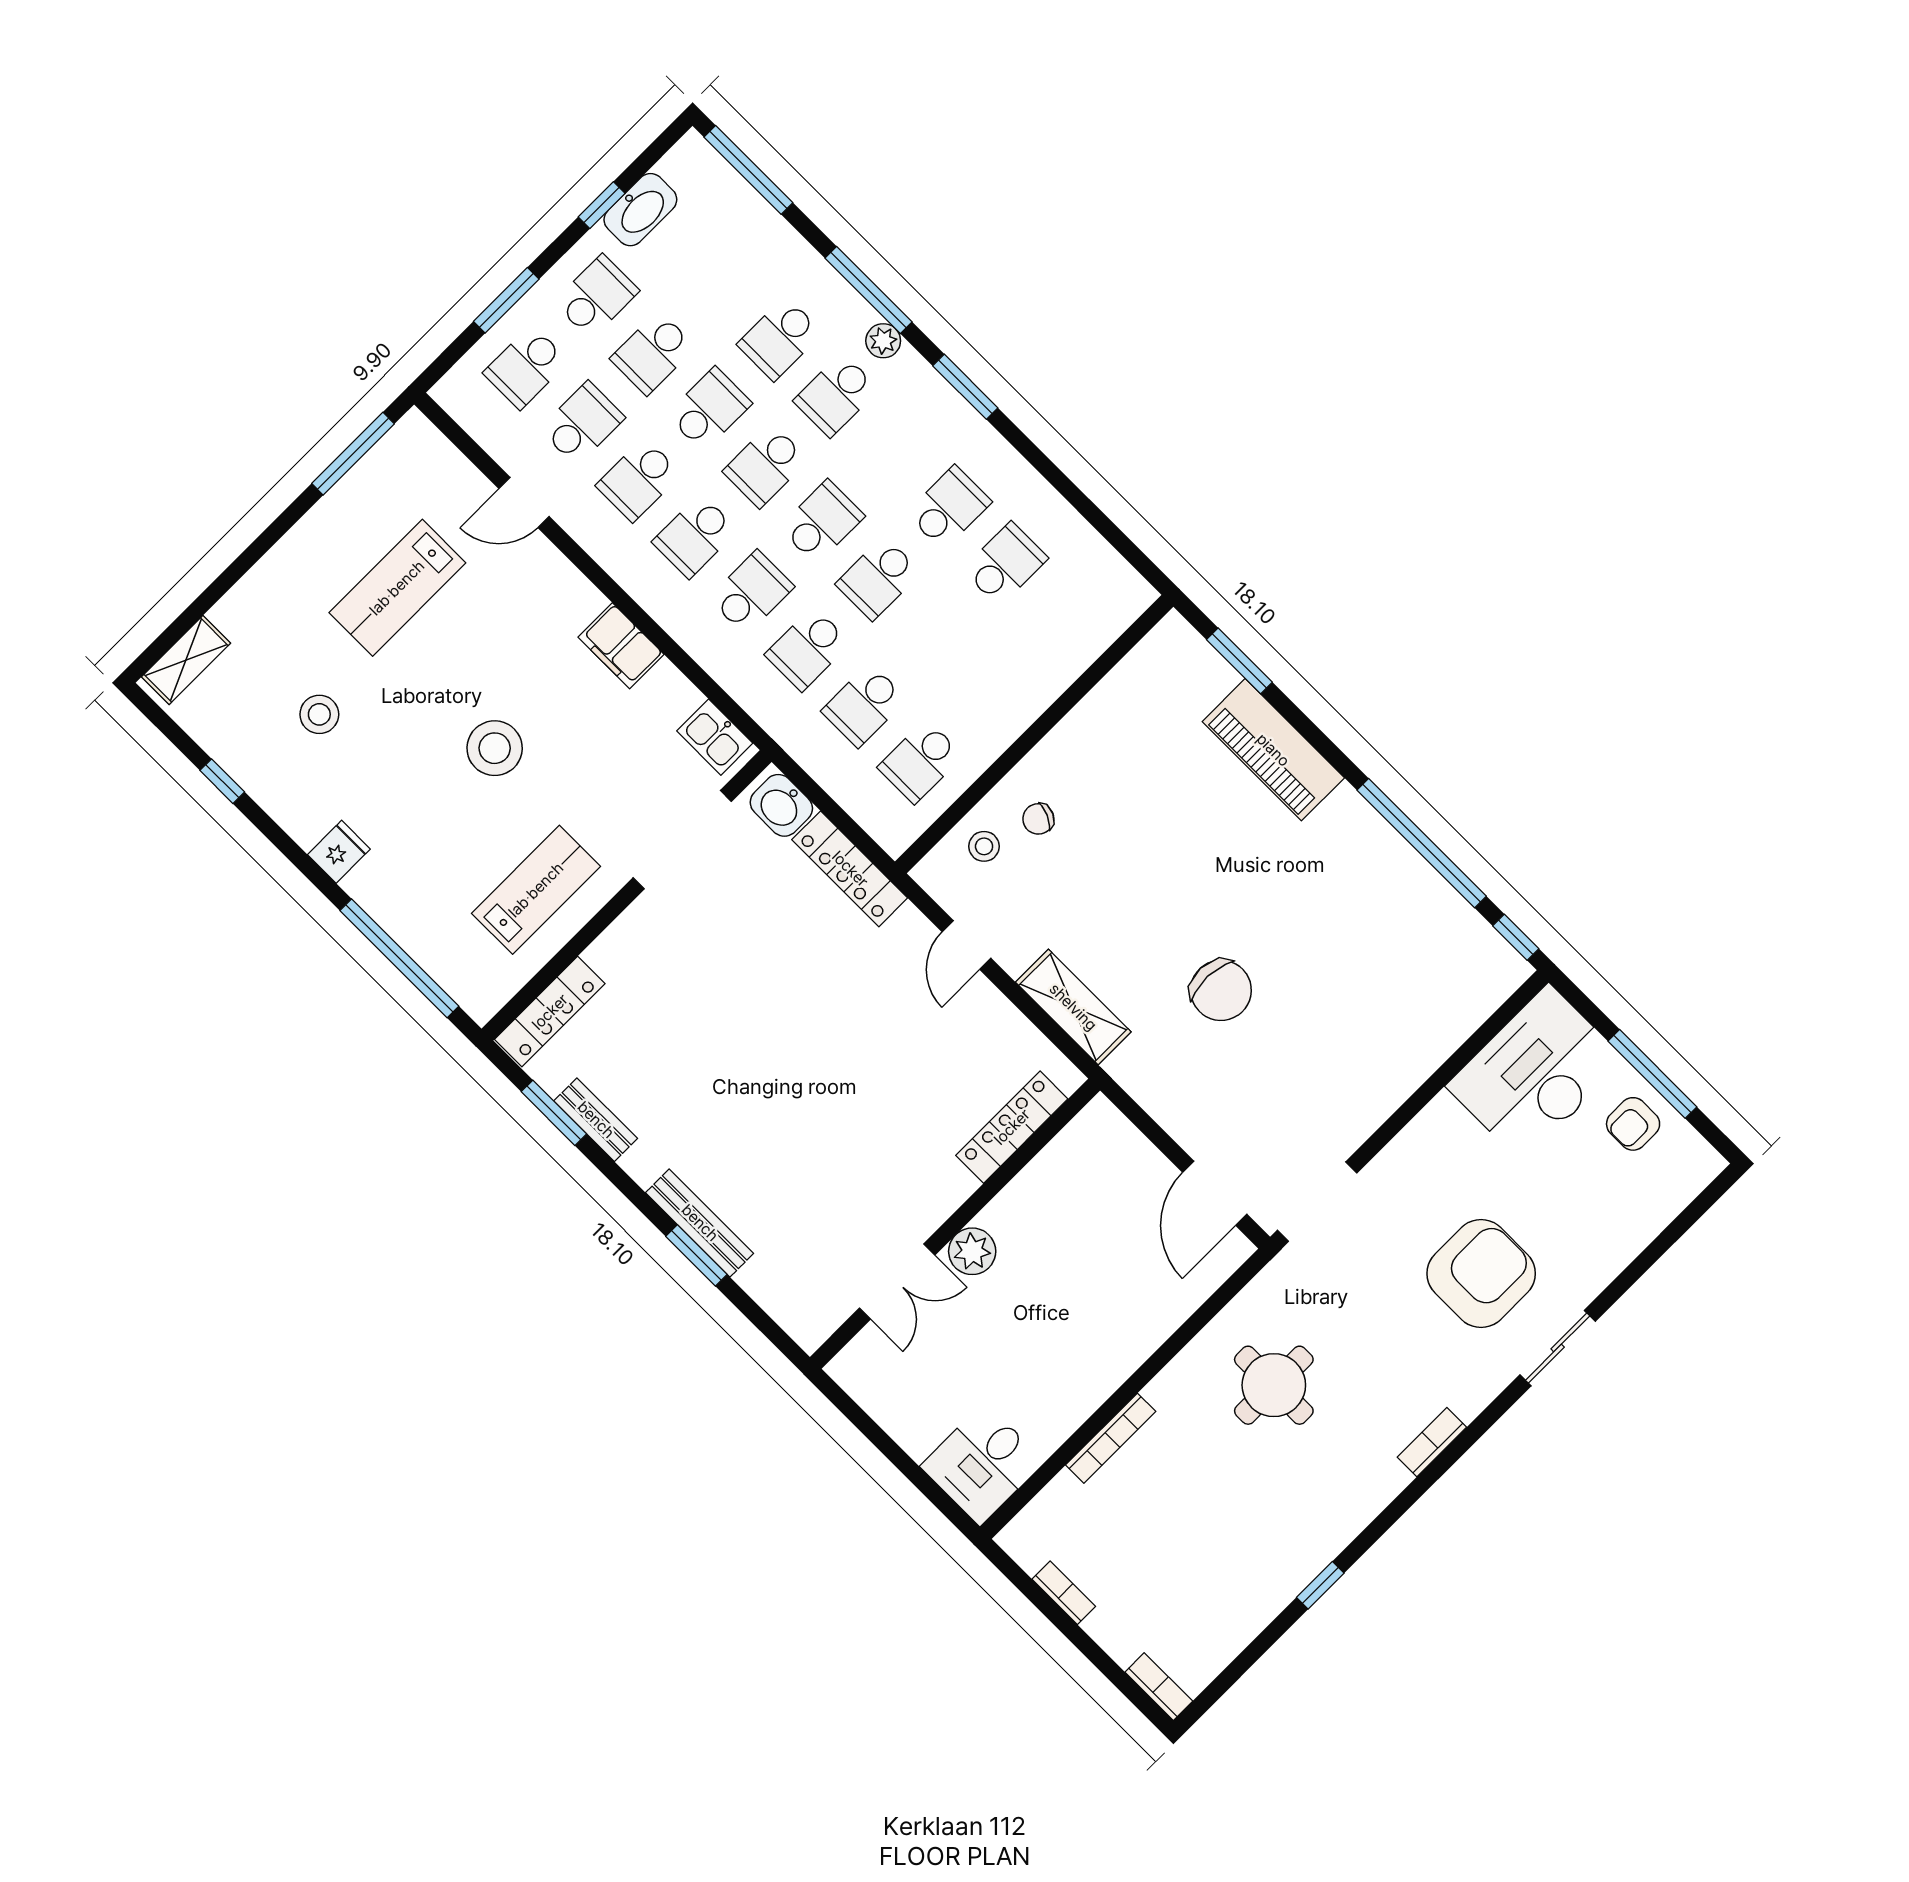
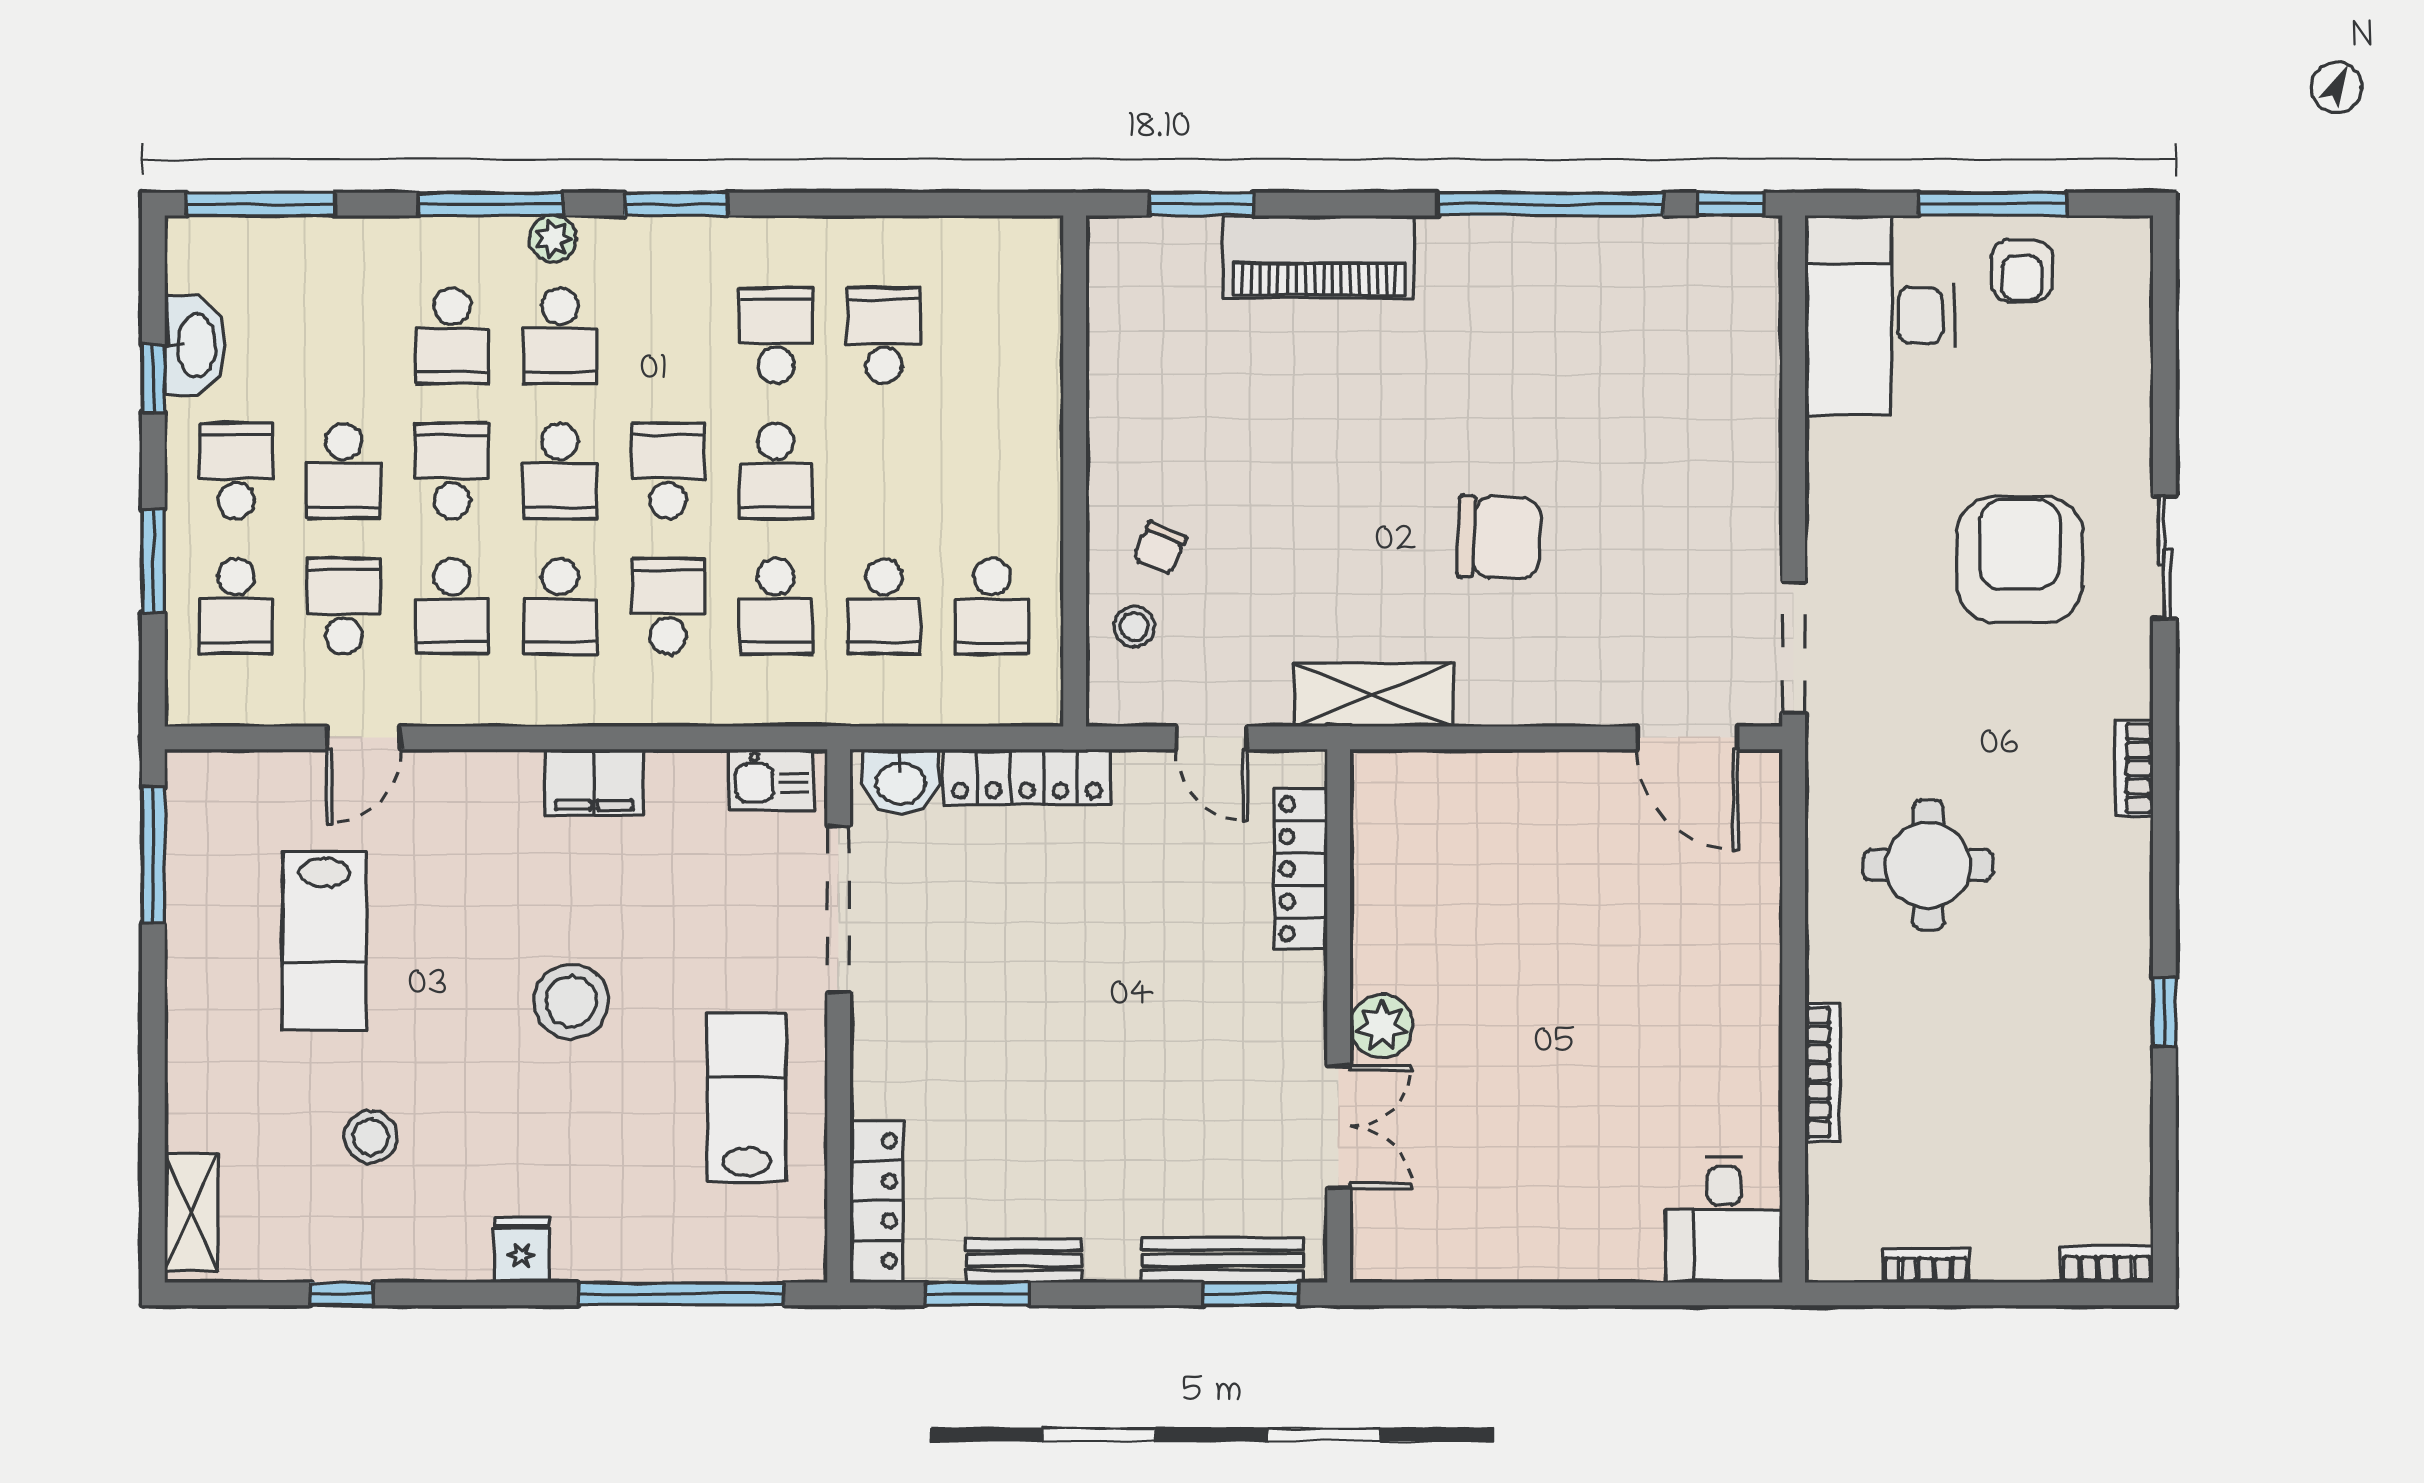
locker: (1012, 1127) -> (1301, 869), moved
wall: (955, 1224) -> (1339, 1016), moved
plant: (972, 1251) -> (1382, 1026), moved
double door: (897, 1282) -> (1339, 1127), moved

